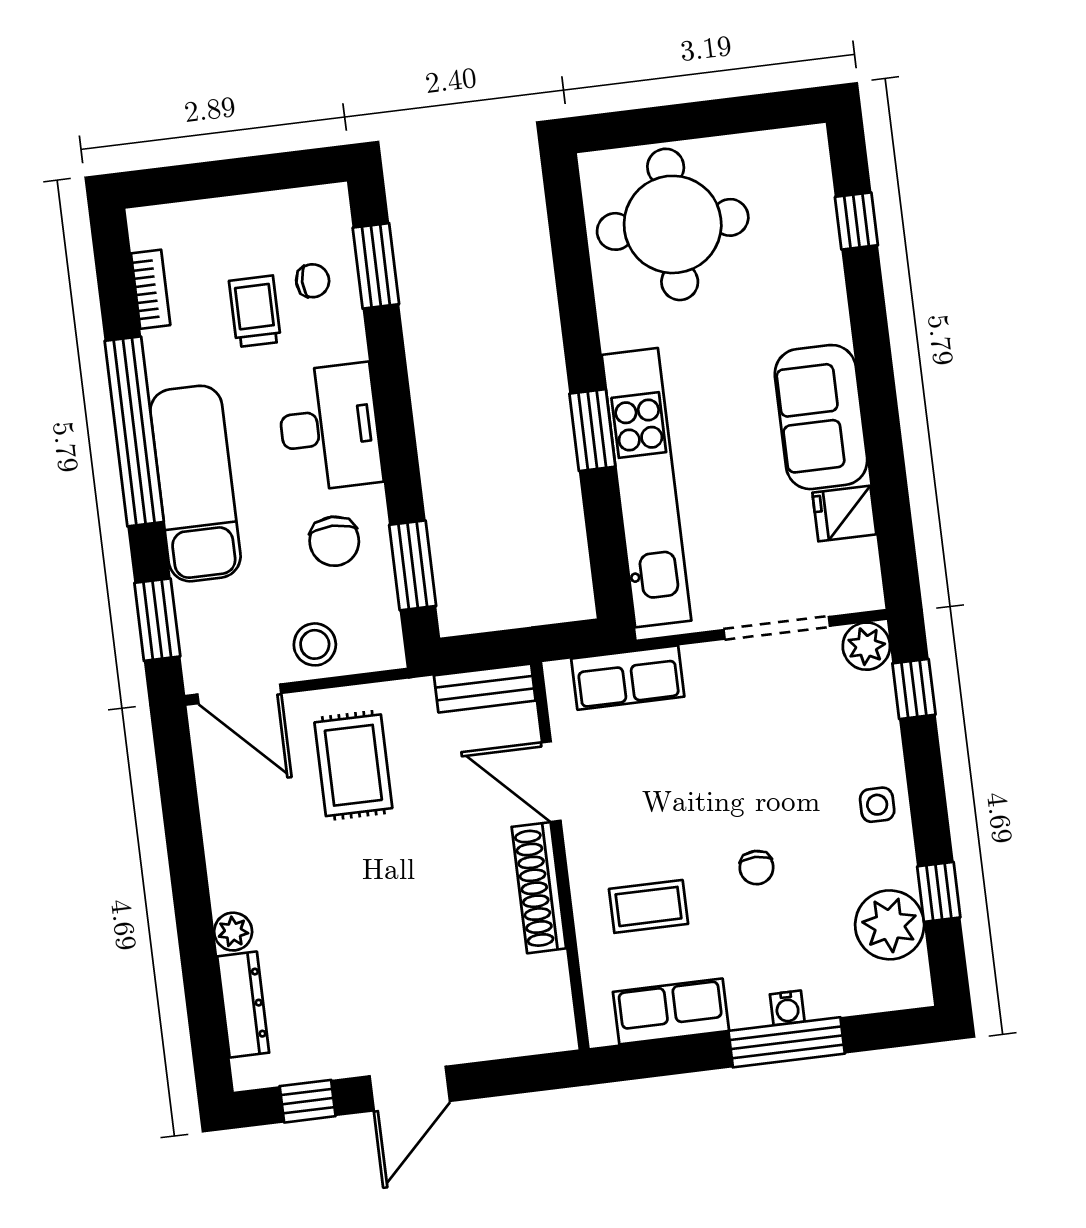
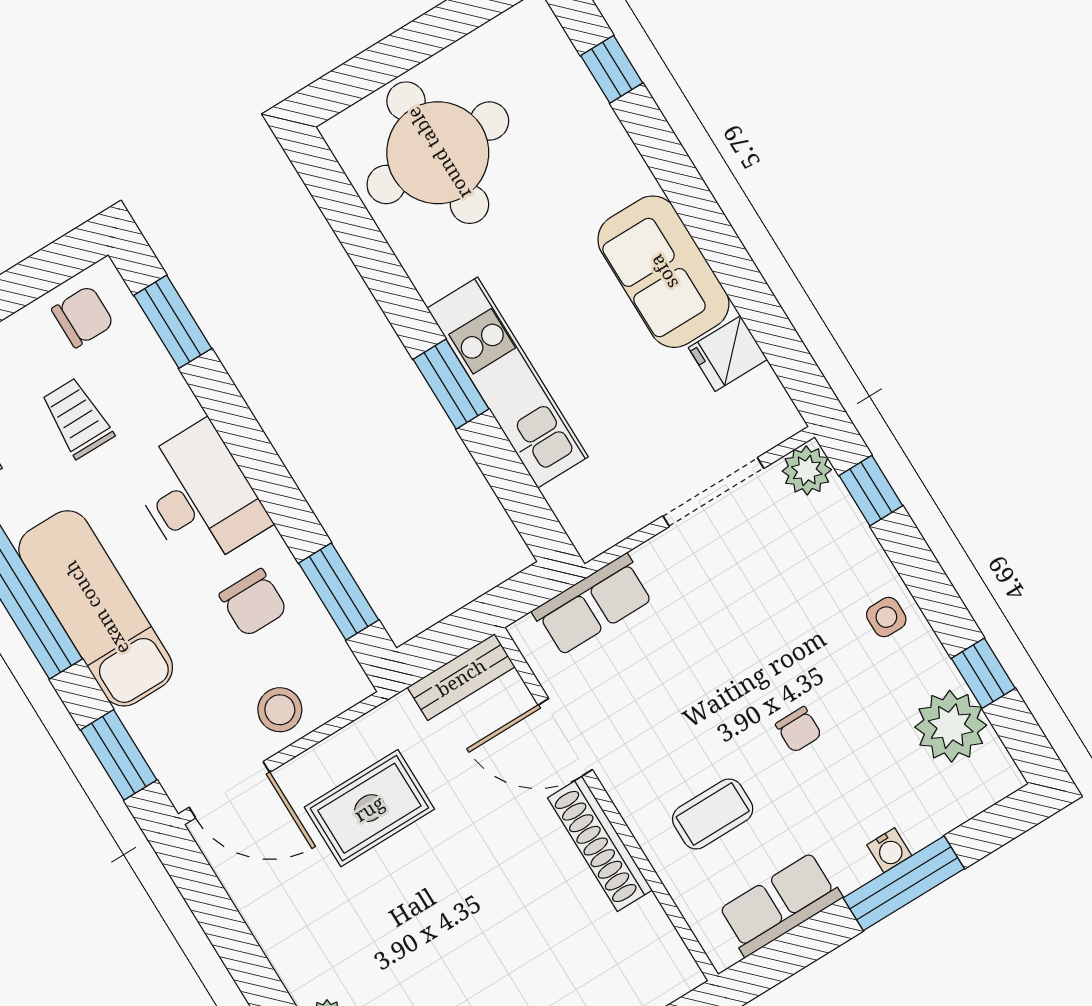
chair: (313, 281) -> (83, 317), moved, width x1.37, depth x1.37
kitchen unit: (647, 488) -> (508, 383), width x0.73
rug: (353, 765) -> (369, 808), turned 90

